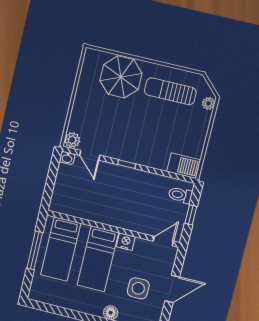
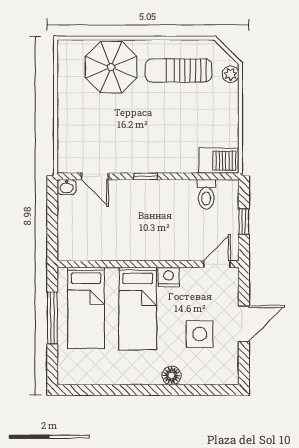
plant: (72, 140) -> (68, 162), removed
toilet: (180, 195) -> (206, 194), moved, turned -90

